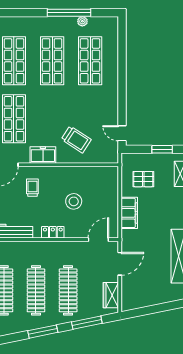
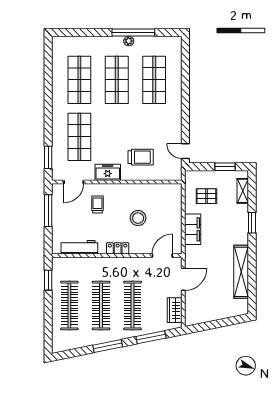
plant: (82, 21) -> (129, 41), moved
trolley: (76, 139) -> (141, 157), turned -33

